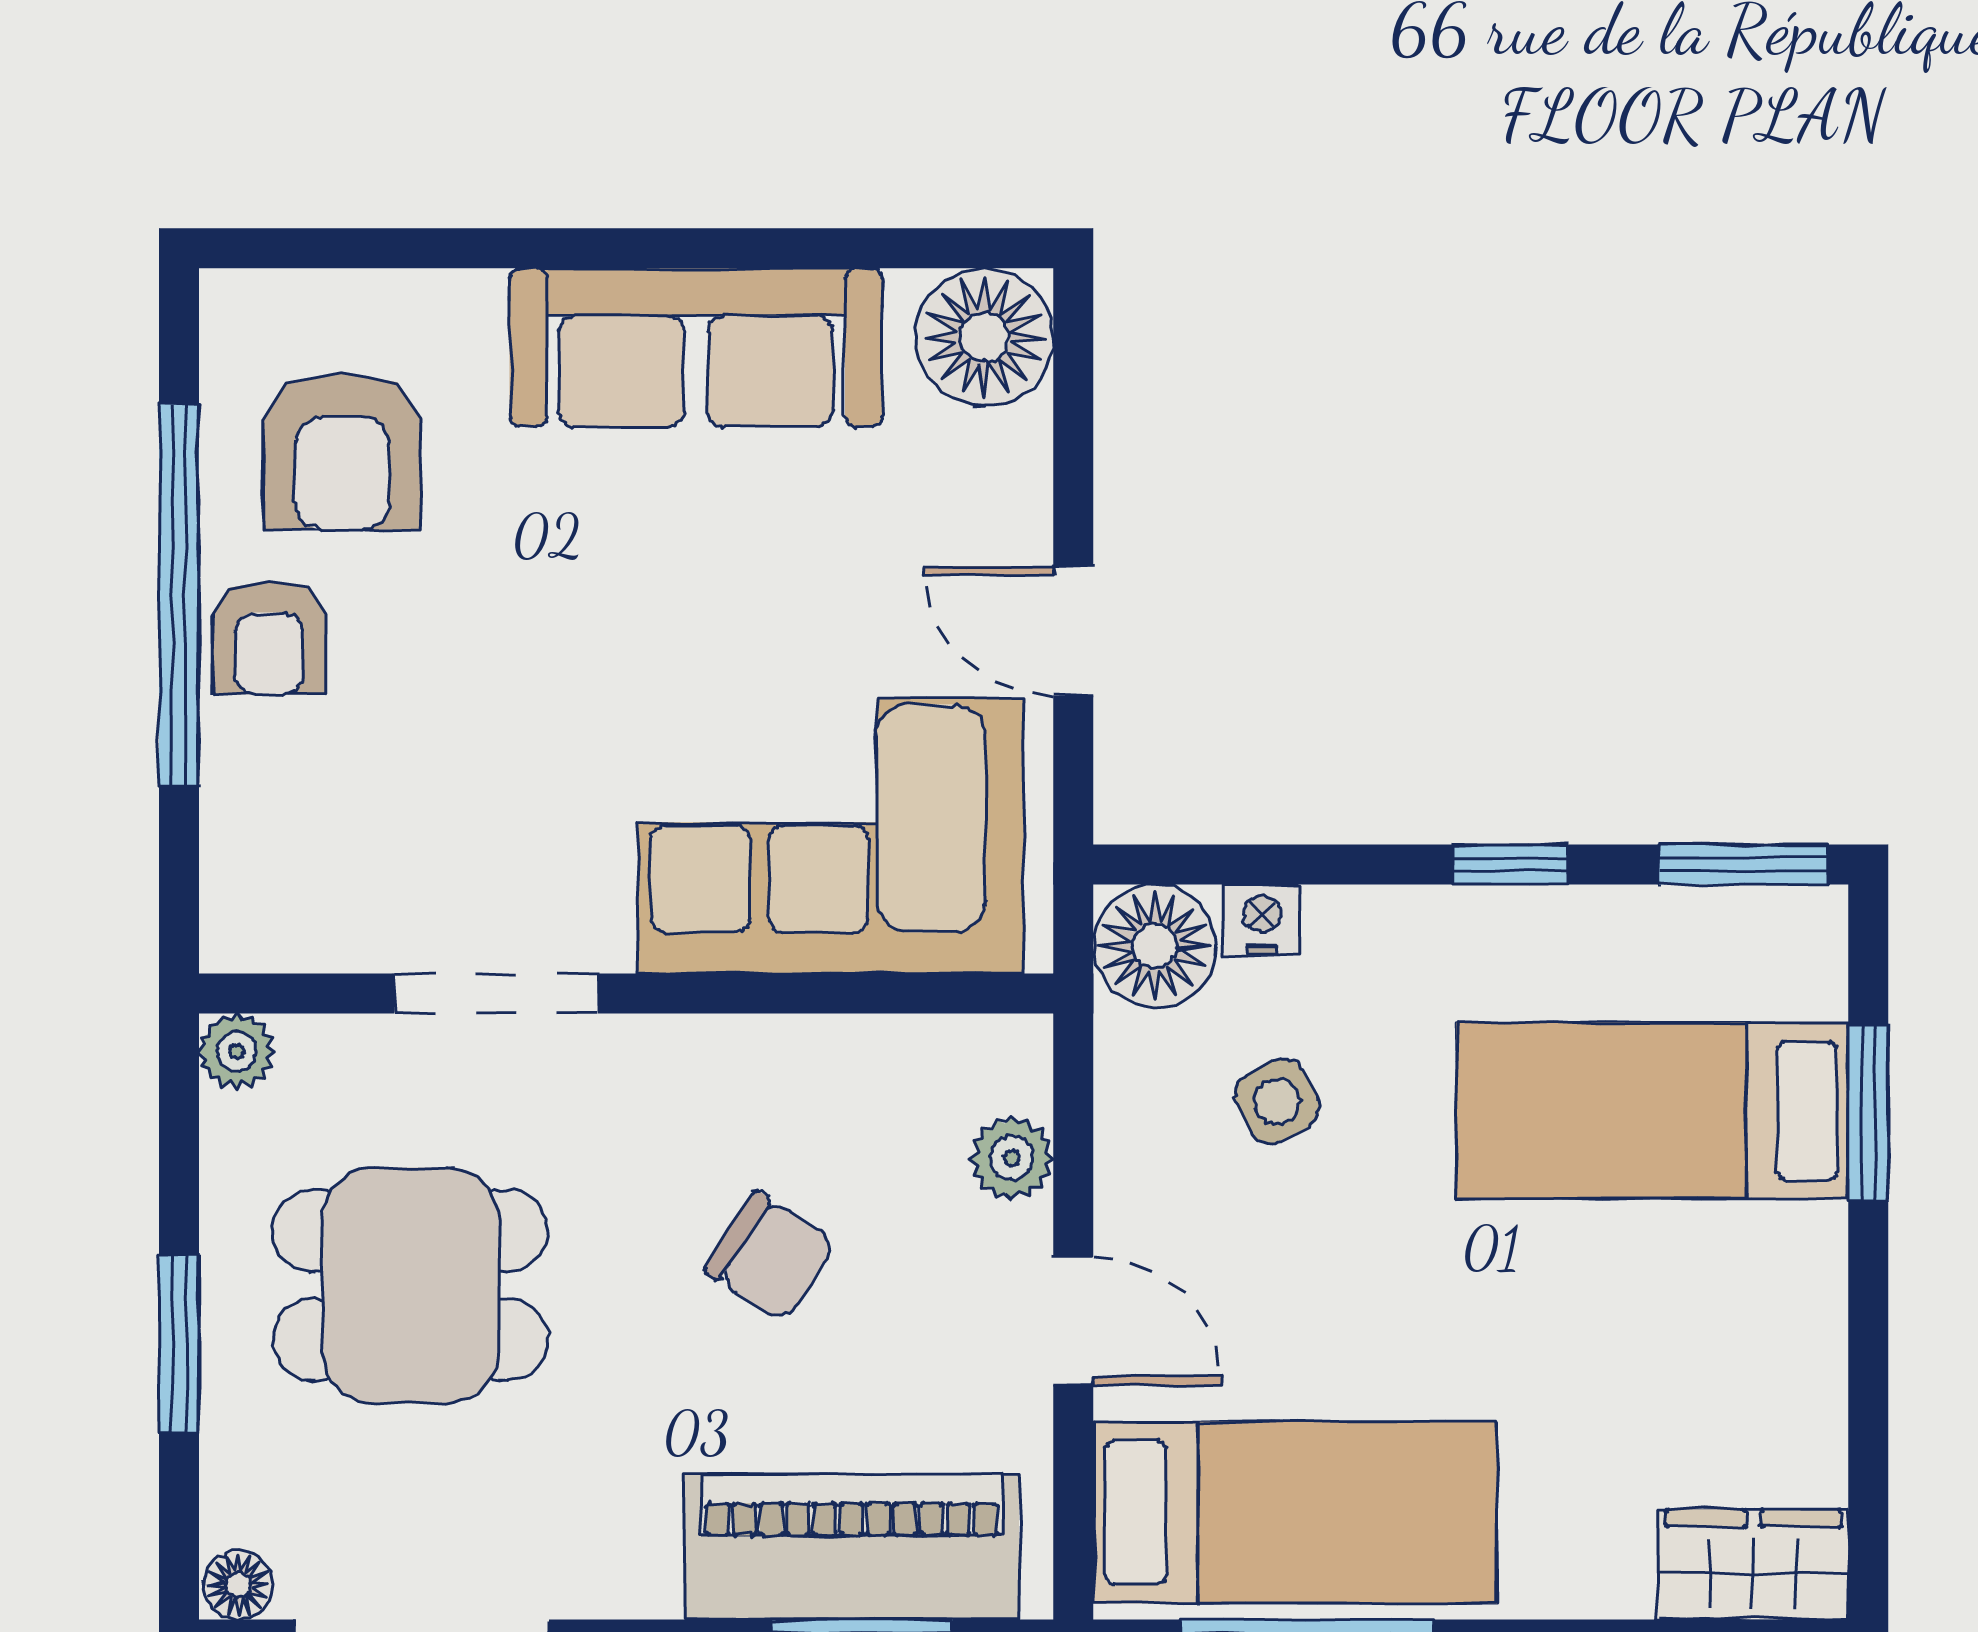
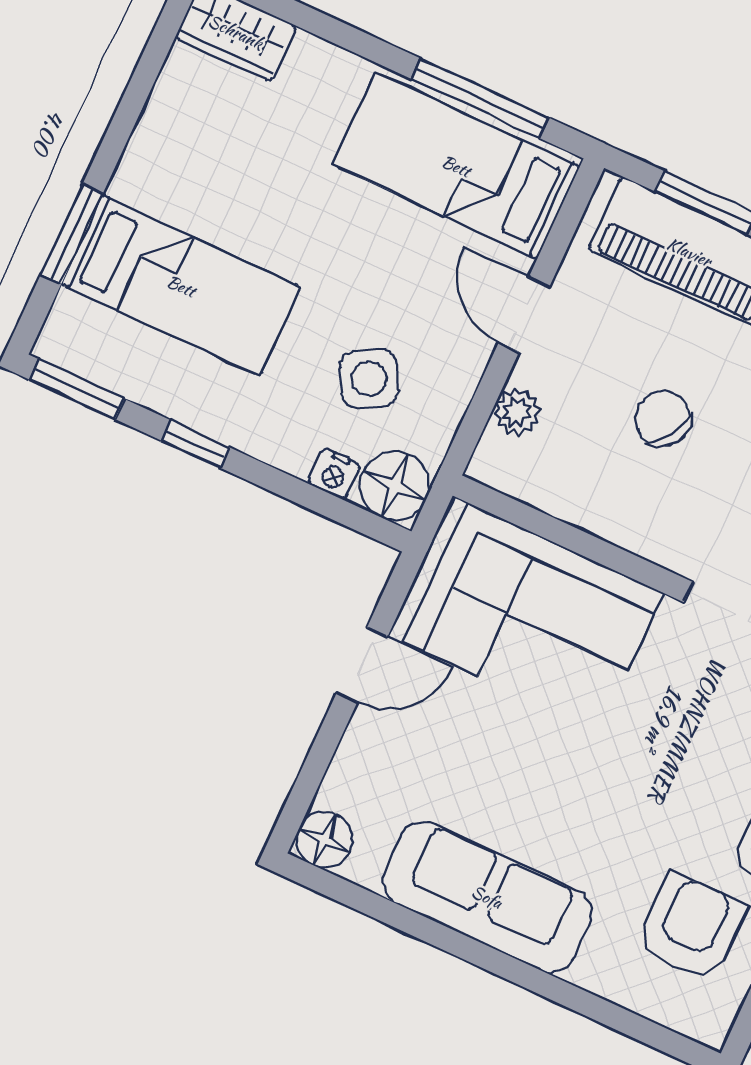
floor lamp: (984, 337) -> (324, 840), width x0.73, depth x0.73
door: (1073, 631) -> (362, 665), hinge flipped
side table: (1277, 1101) -> (369, 378), width x1.37, depth x1.37

